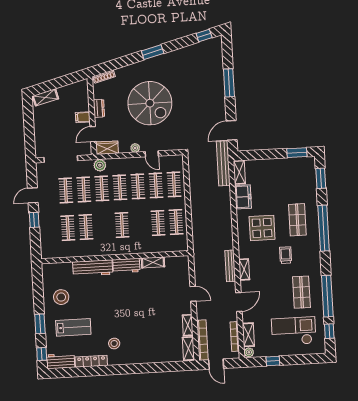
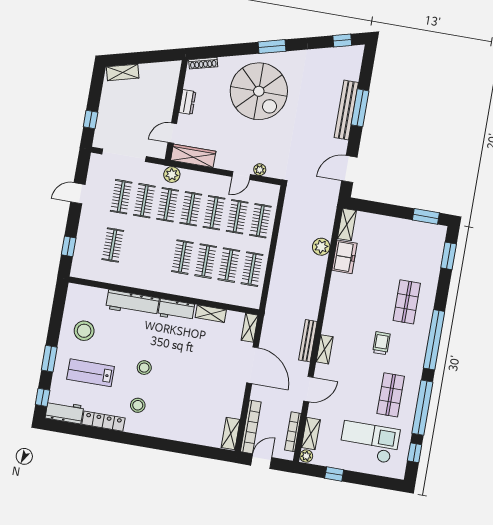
spiral stairs: (150, 103) -> (259, 91), moved
filing cabinet: (83, 117) -> (164, 109), removed
window: (30, 138) -> (91, 120), added
wardrobe: (107, 148) -> (193, 156), width x1.50
plant: (135, 148) -> (260, 170), moved
door: (152, 154) -> (241, 175), hinge flipped
bench: (223, 163) -> (346, 110), moved
plant: (224, 193) -> (321, 247), added
window: (34, 220) -> (69, 246), moved
clothes rail: (86, 227) -> (206, 261), moved
display table: (262, 228) -> (359, 302), removed
window: (324, 228) -> (434, 340), moved
door: (193, 294) -> (252, 365), width x1.88
stool: (112, 314) -> (144, 368), added
shelving: (188, 325) -> (250, 328), moved
lab bench: (73, 327) -> (91, 373), turned 180
door: (216, 364) -> (261, 461), swing flipped

